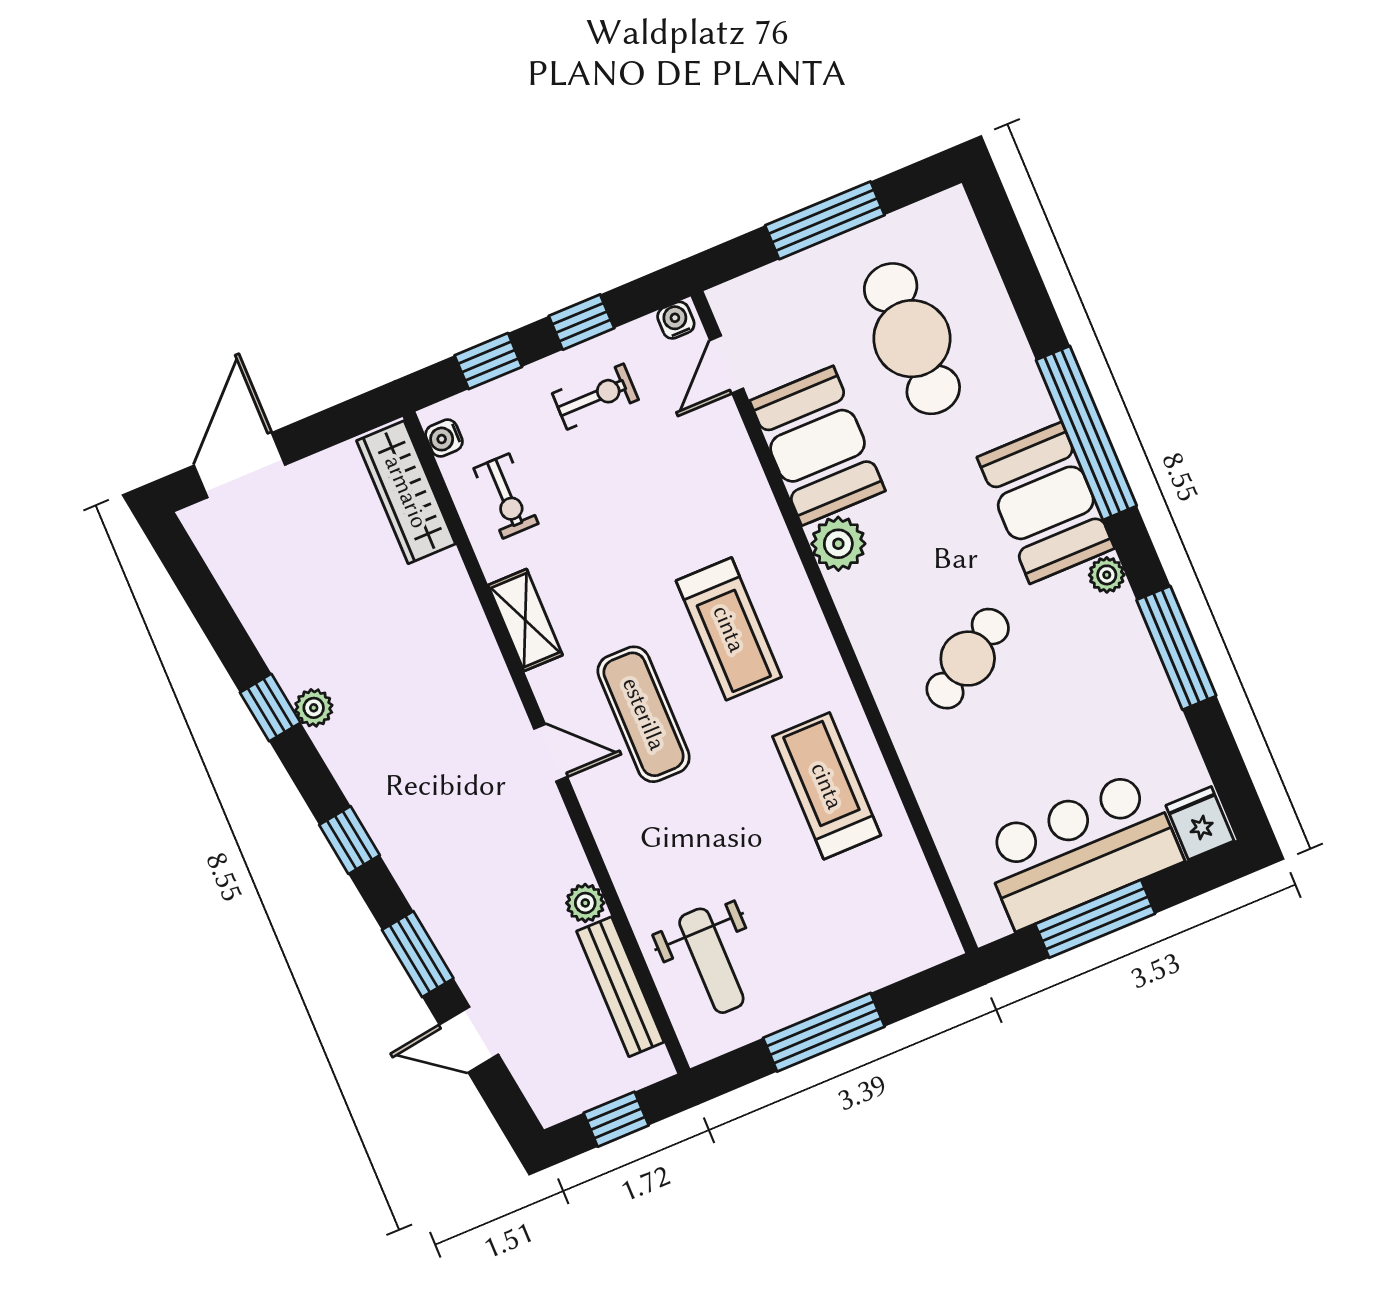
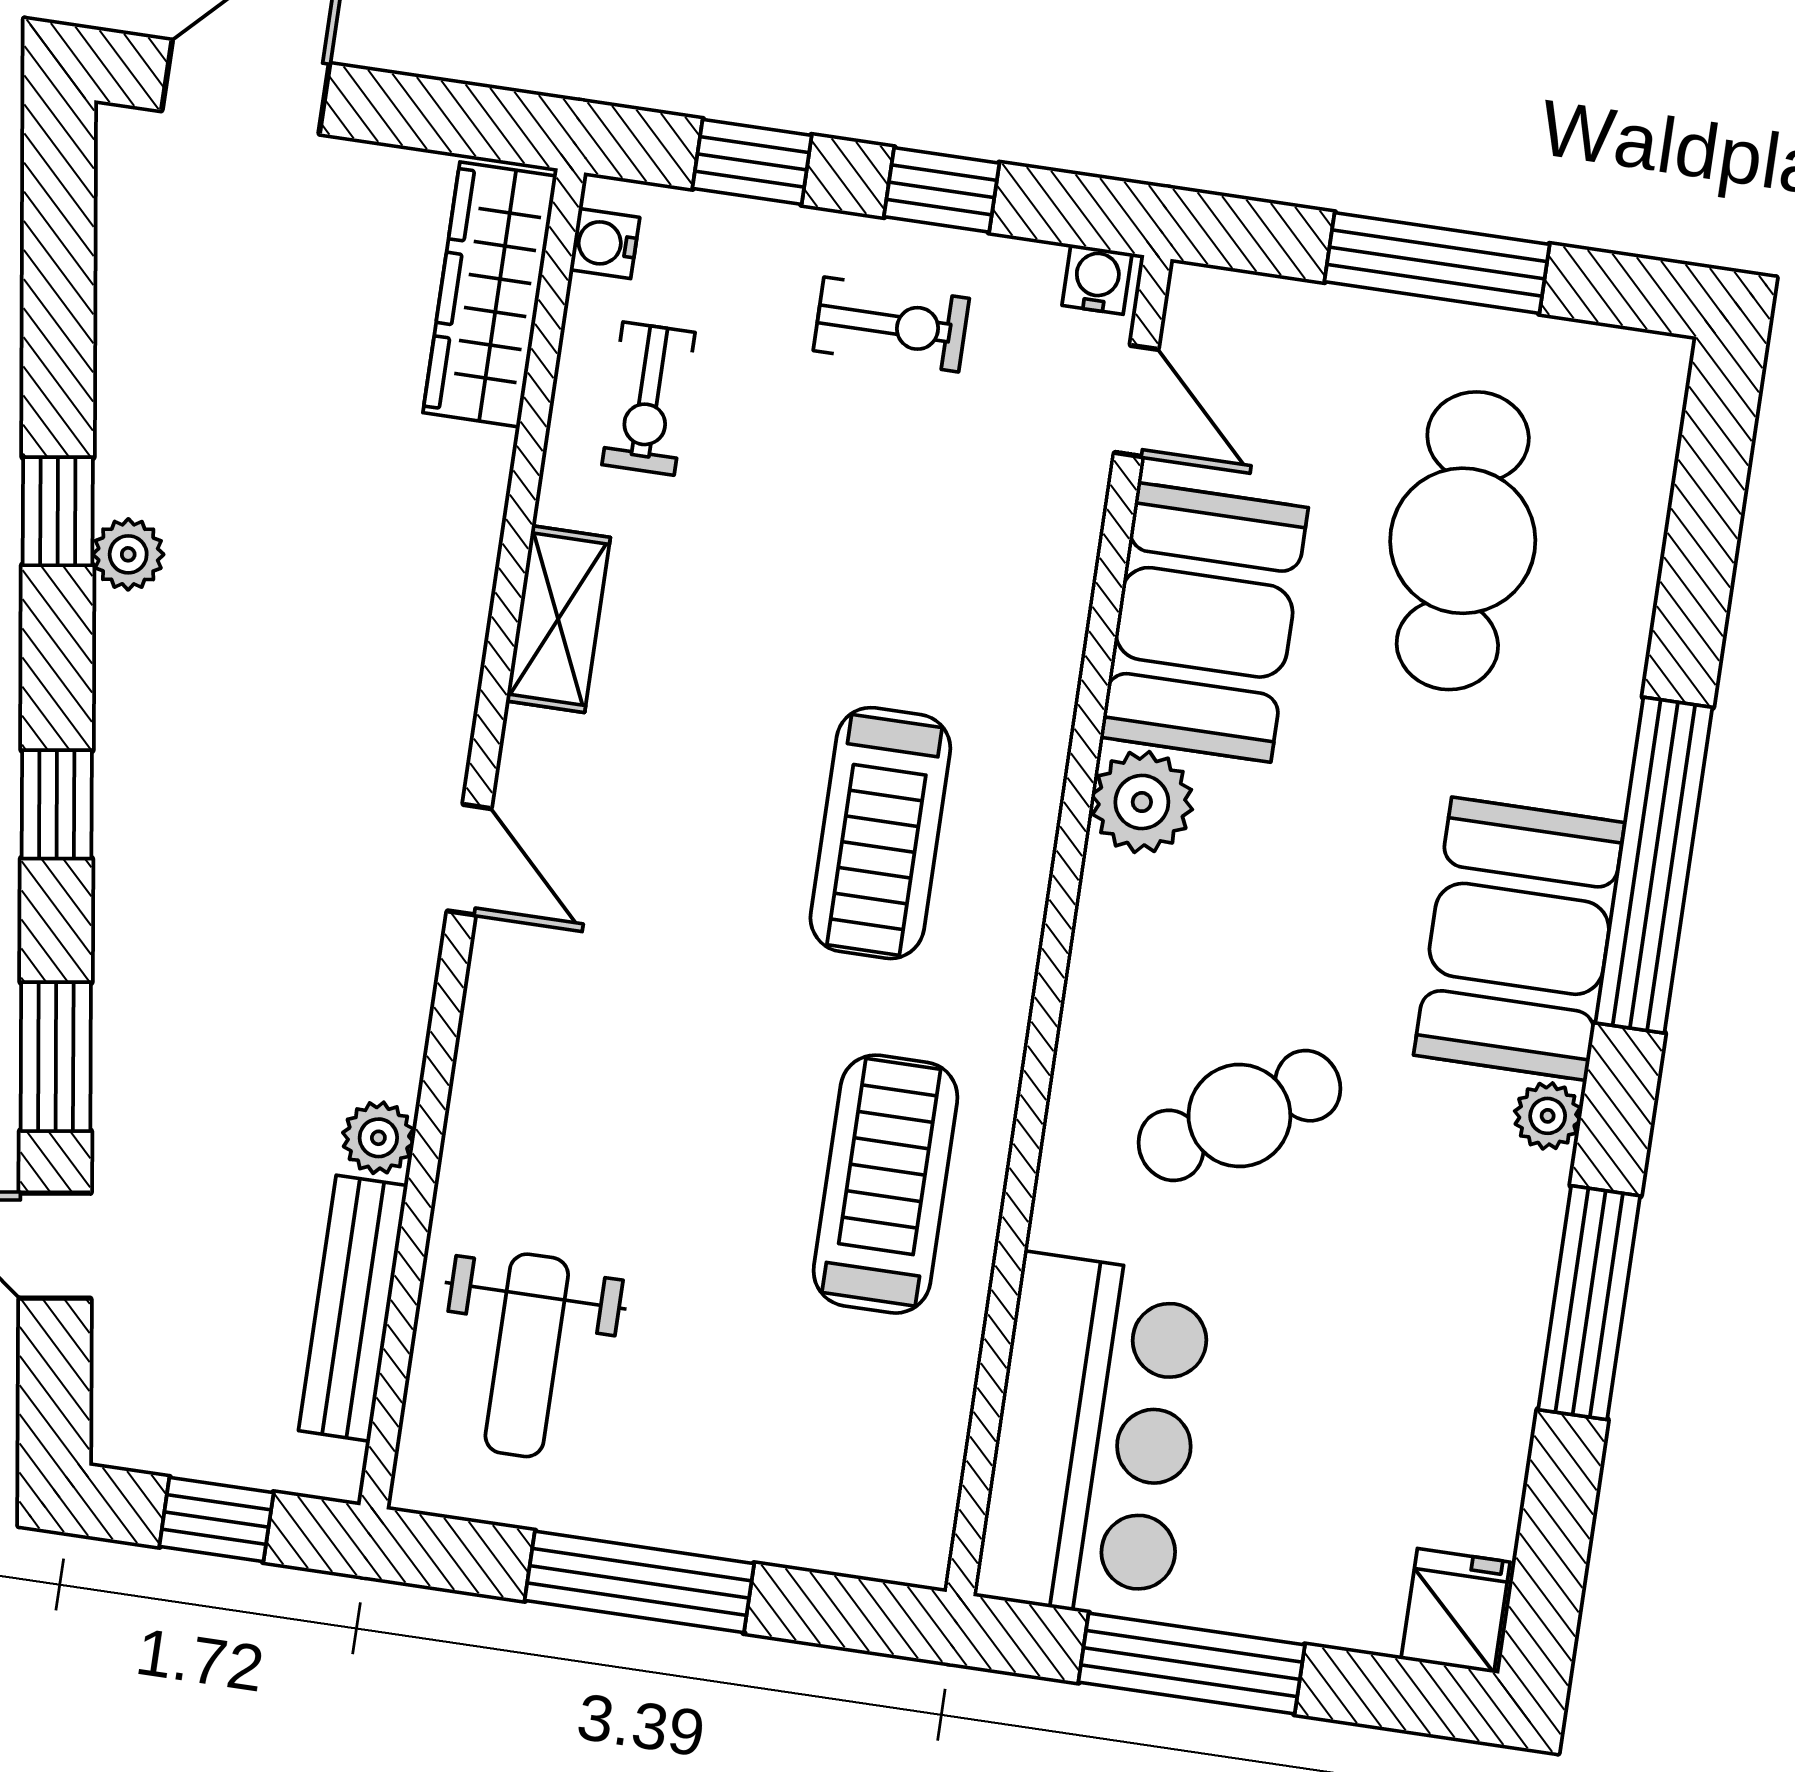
door: (727, 364) -> (1136, 401), swing flipped
exercise mat: (644, 714) -> (658, 888), removed
bar counter: (1080, 850) -> (1094, 1437), moved, turned 90

